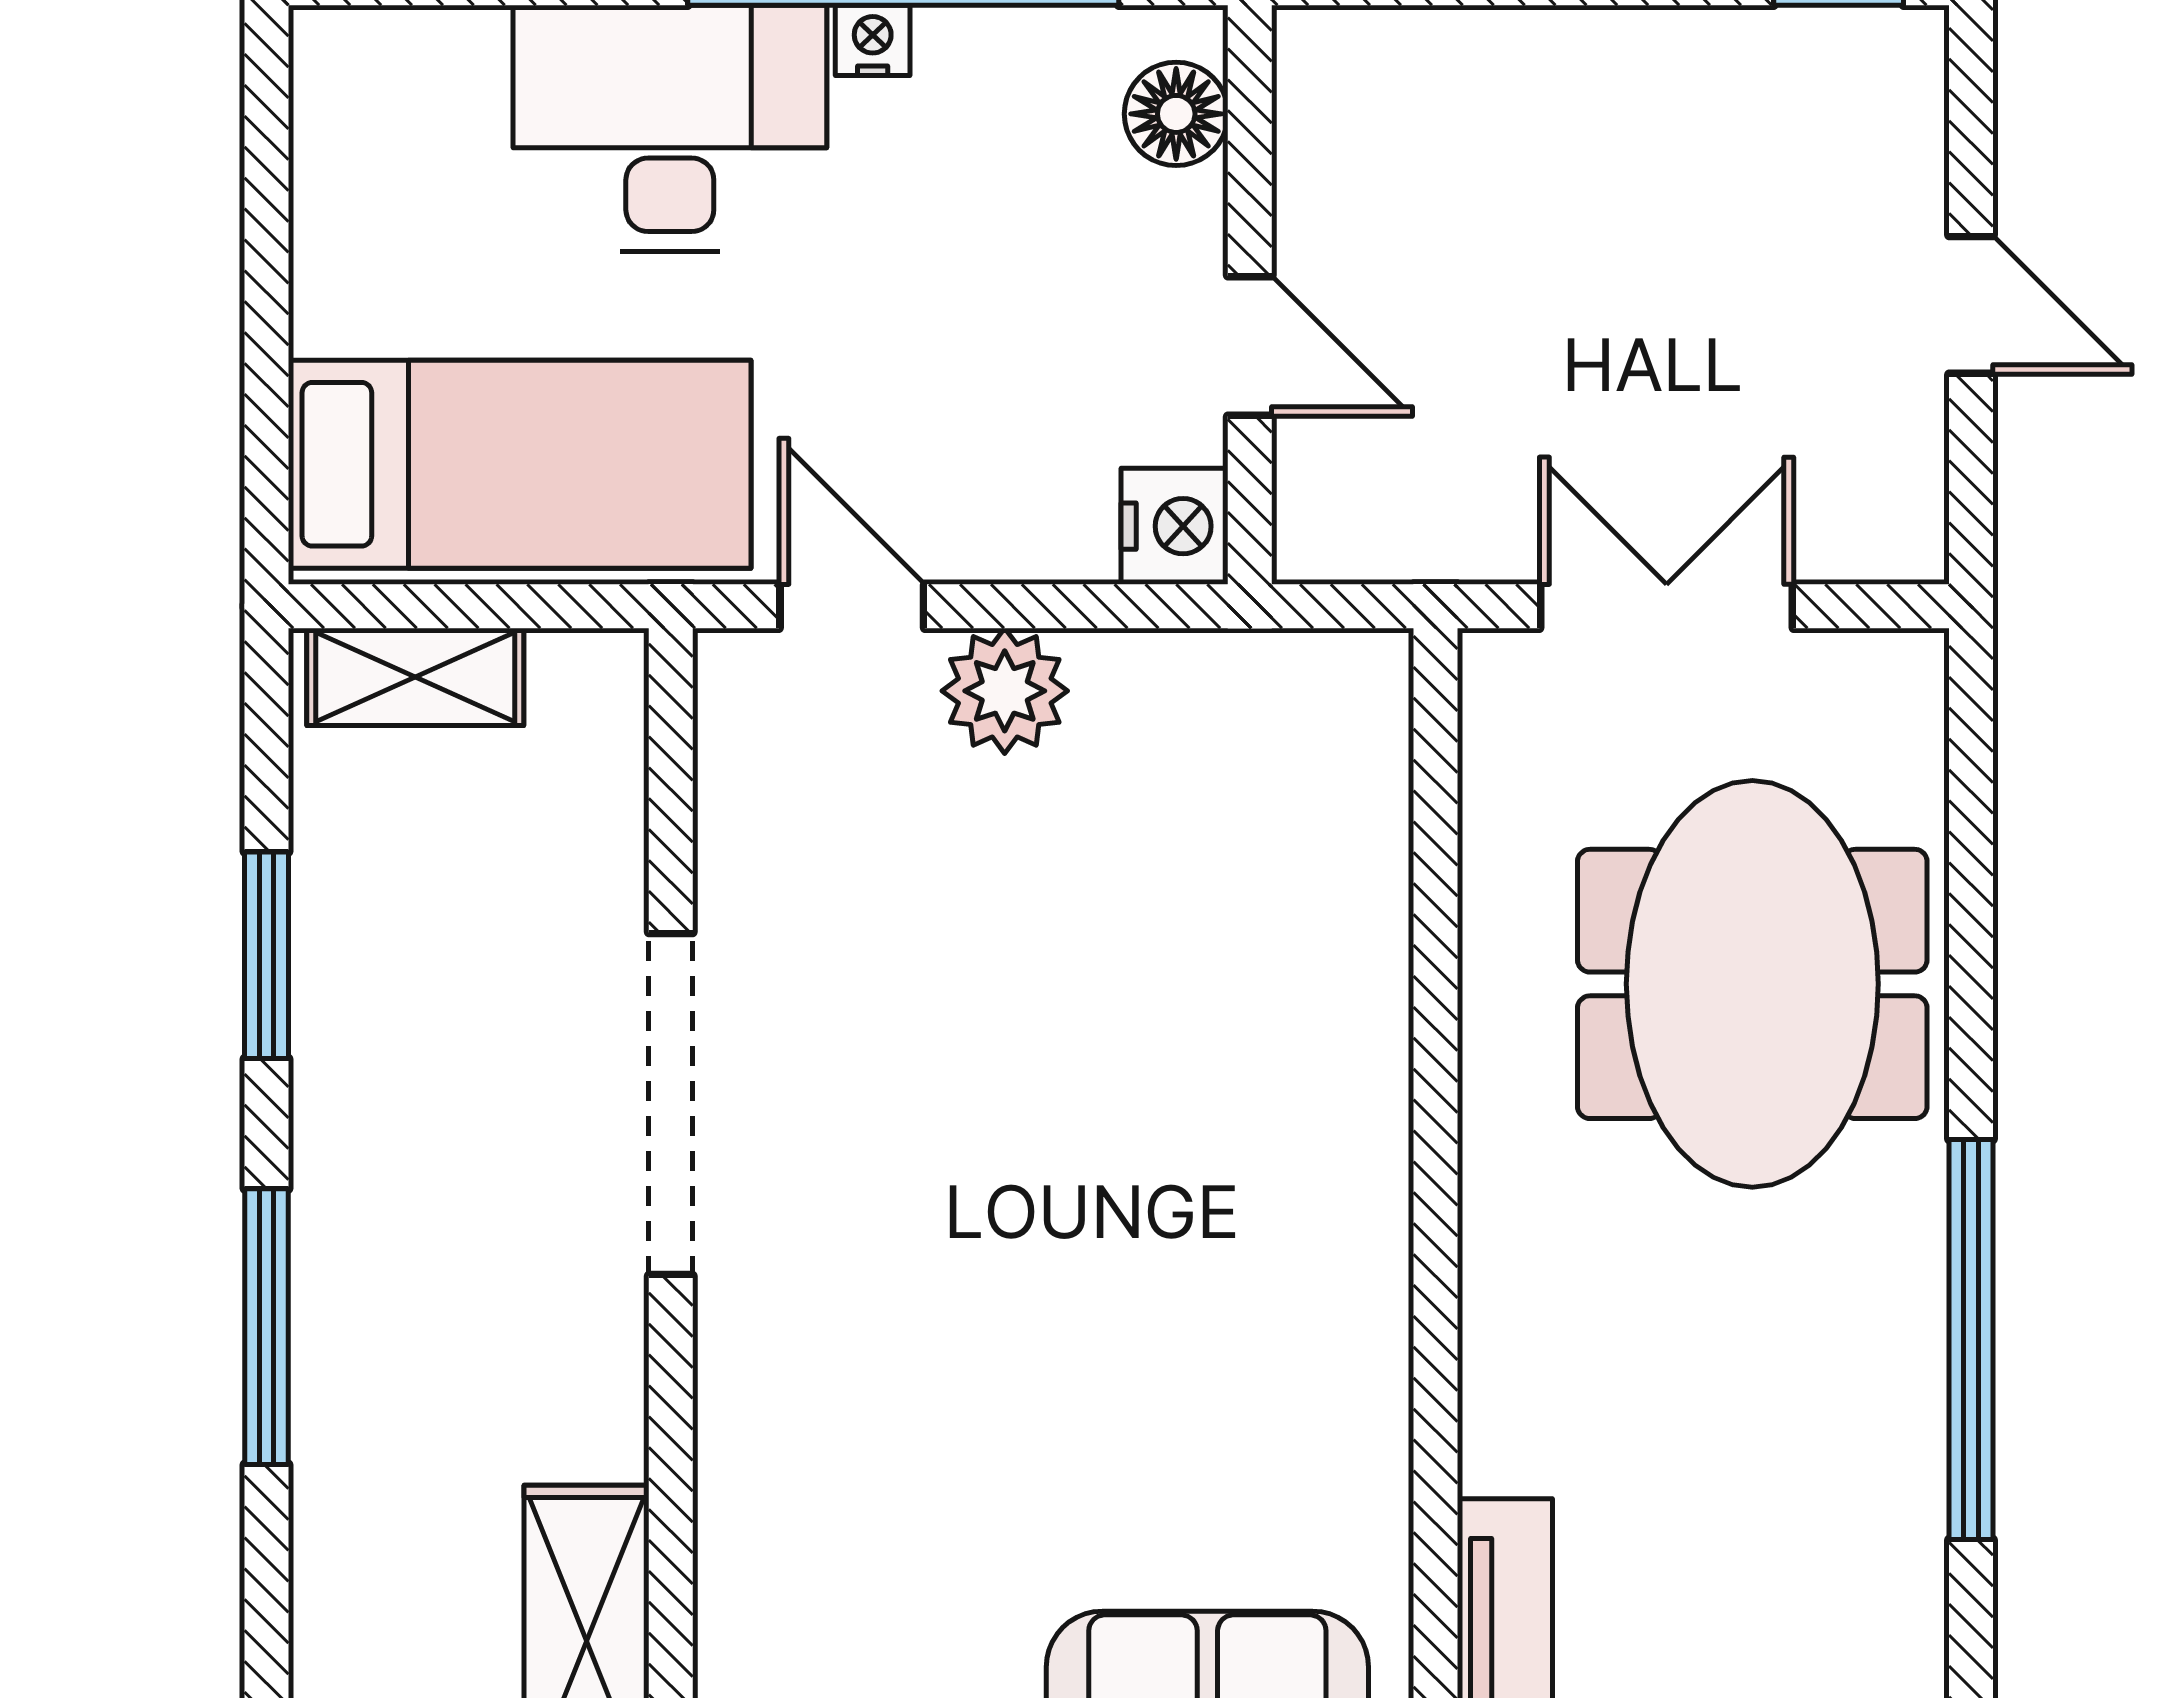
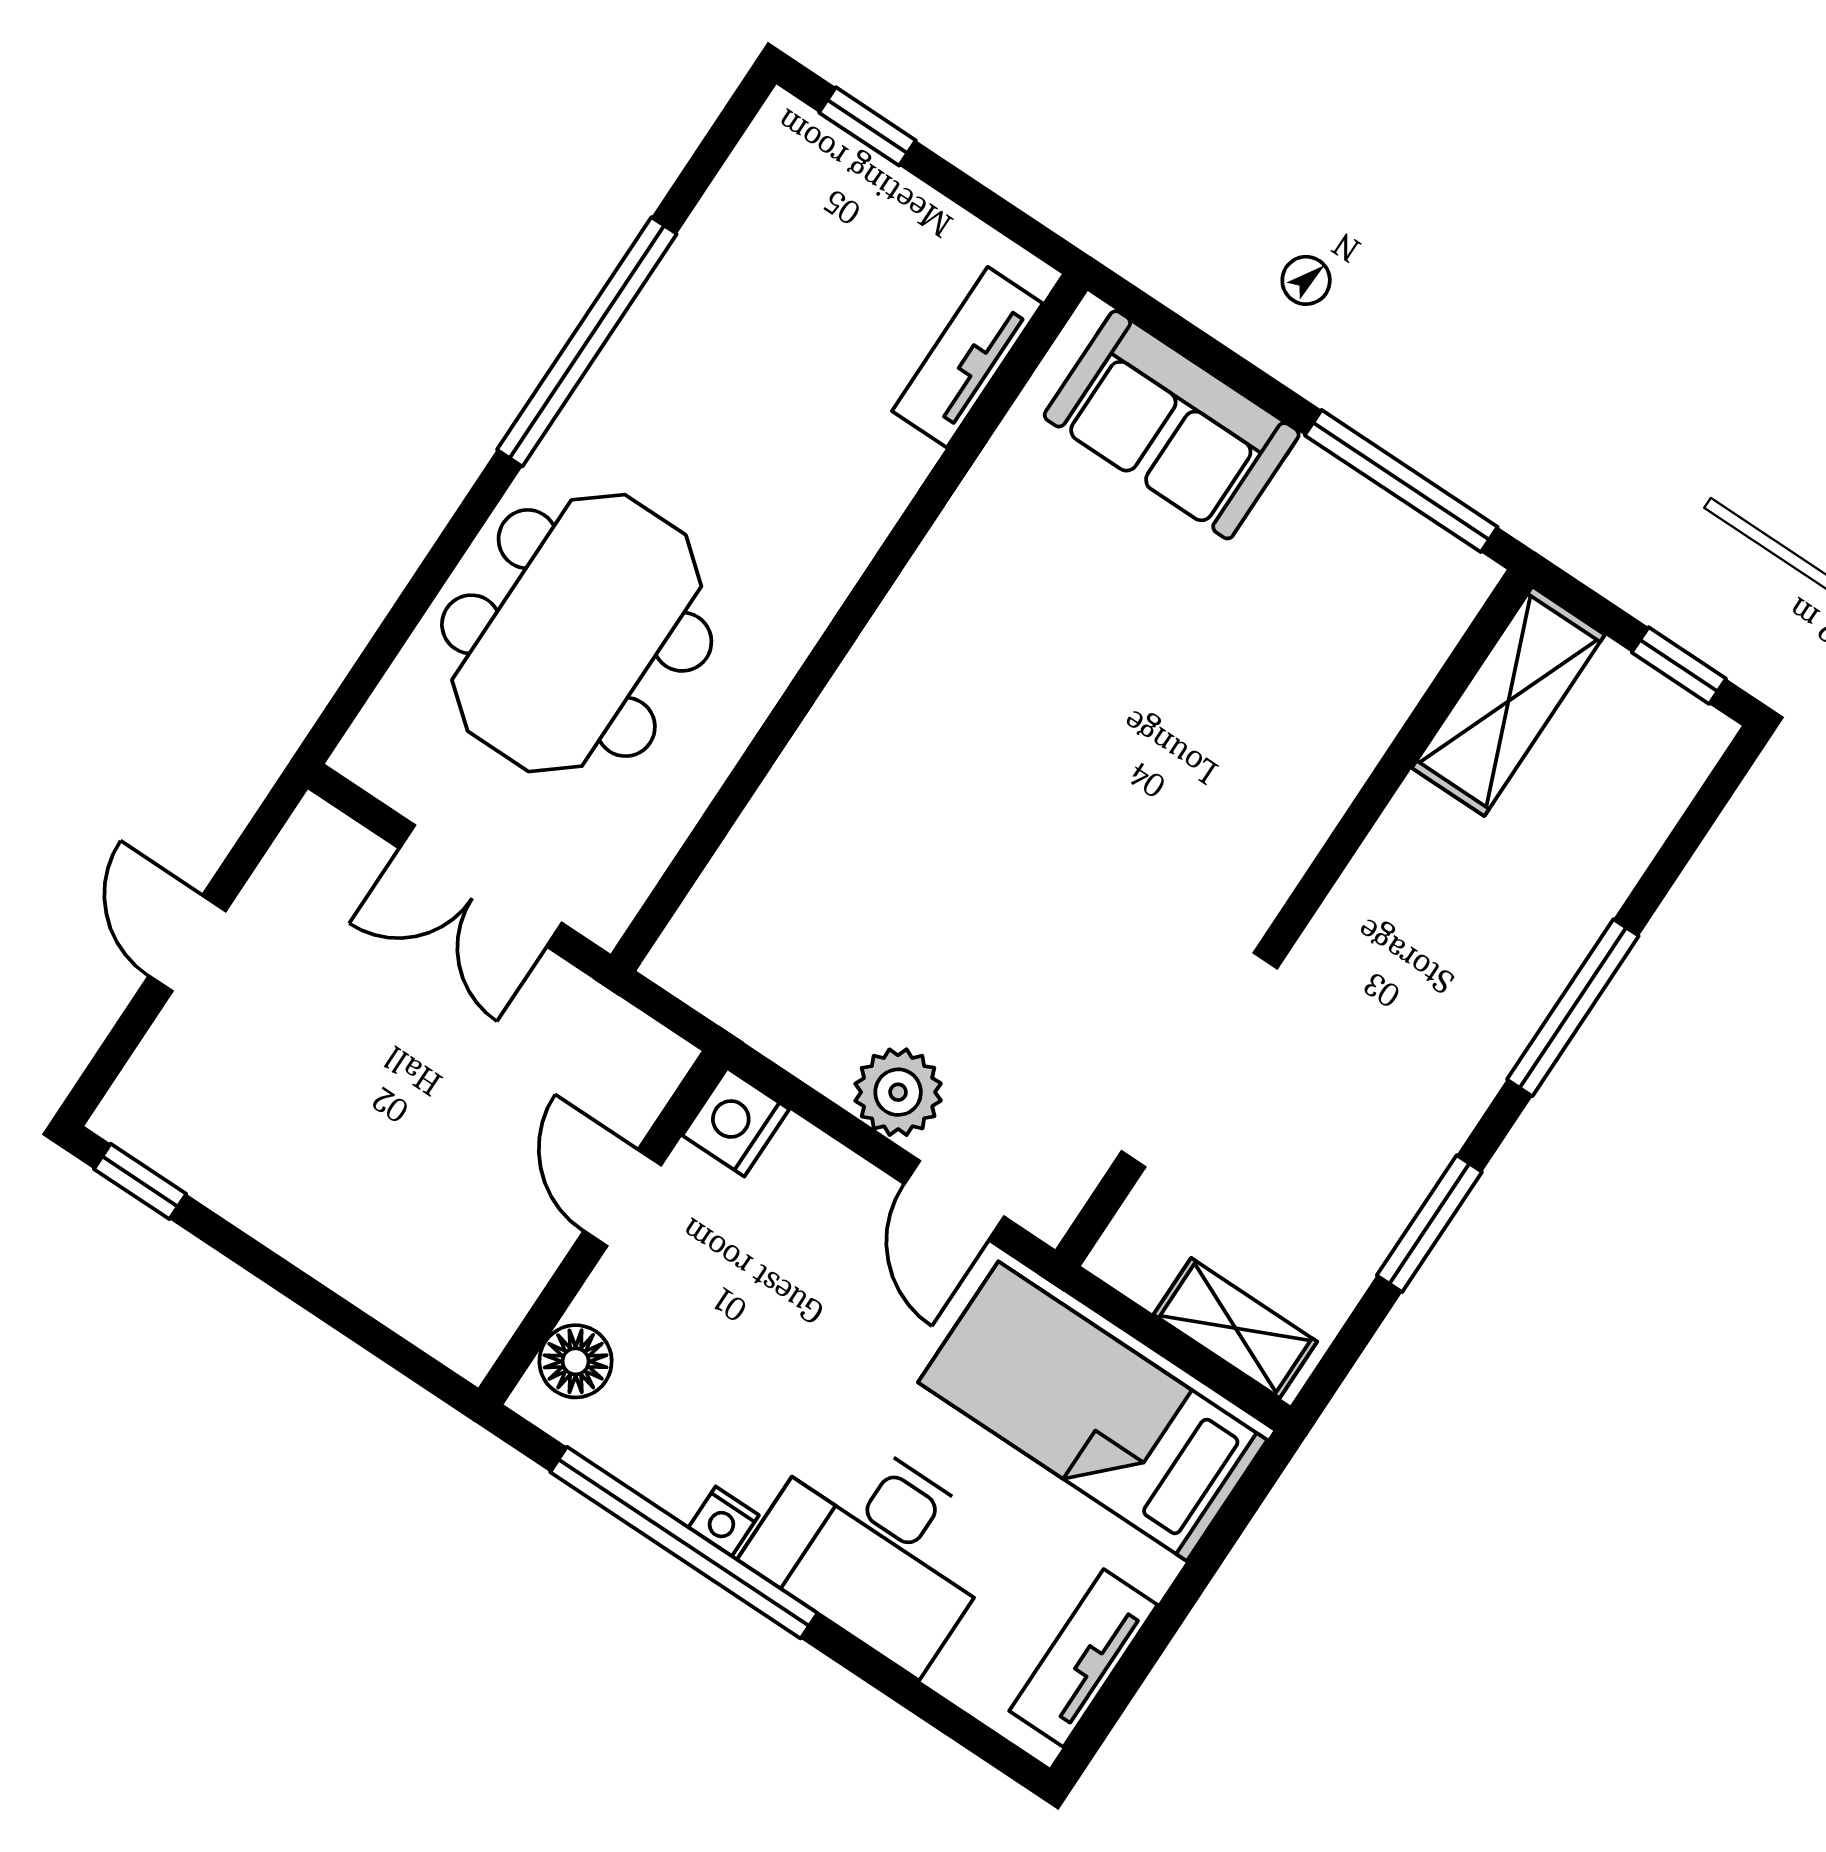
tv unit: (335, 163) -> (1083, 1658), added
doorway: (671, 1104) -> (1199, 1060), moved

